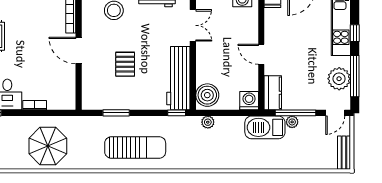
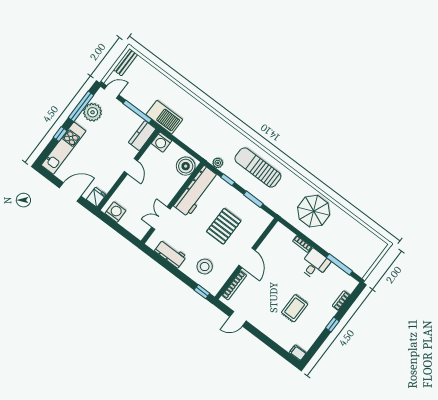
pallet: (125, 64) -> (224, 226), width x1.50, depth x1.42
window: (177, 113) -> (228, 180), moved
plant: (208, 122) -> (218, 163), moved
plant: (292, 122) -> (144, 107), removed

